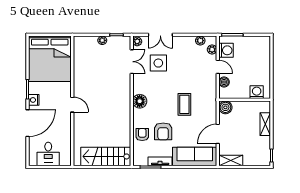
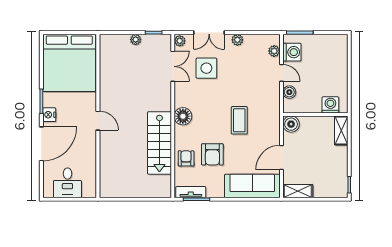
plant: (200, 41) -> (237, 40), moved
shelving: (265, 124) -> (341, 130), moved
stairs: (106, 156) -> (159, 143), moved, turned -90
tv unit: (160, 161) -> (191, 192), moved

